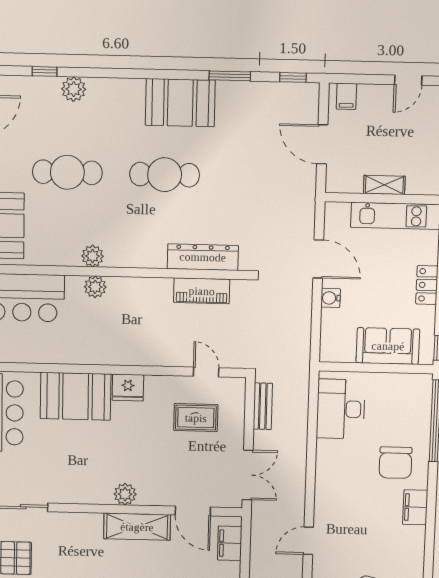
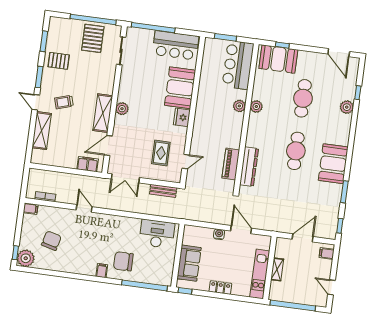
door: (318, 259) -> (241, 230), swing flipped
filing cabinet: (415, 507) -> (102, 271), width x0.50

